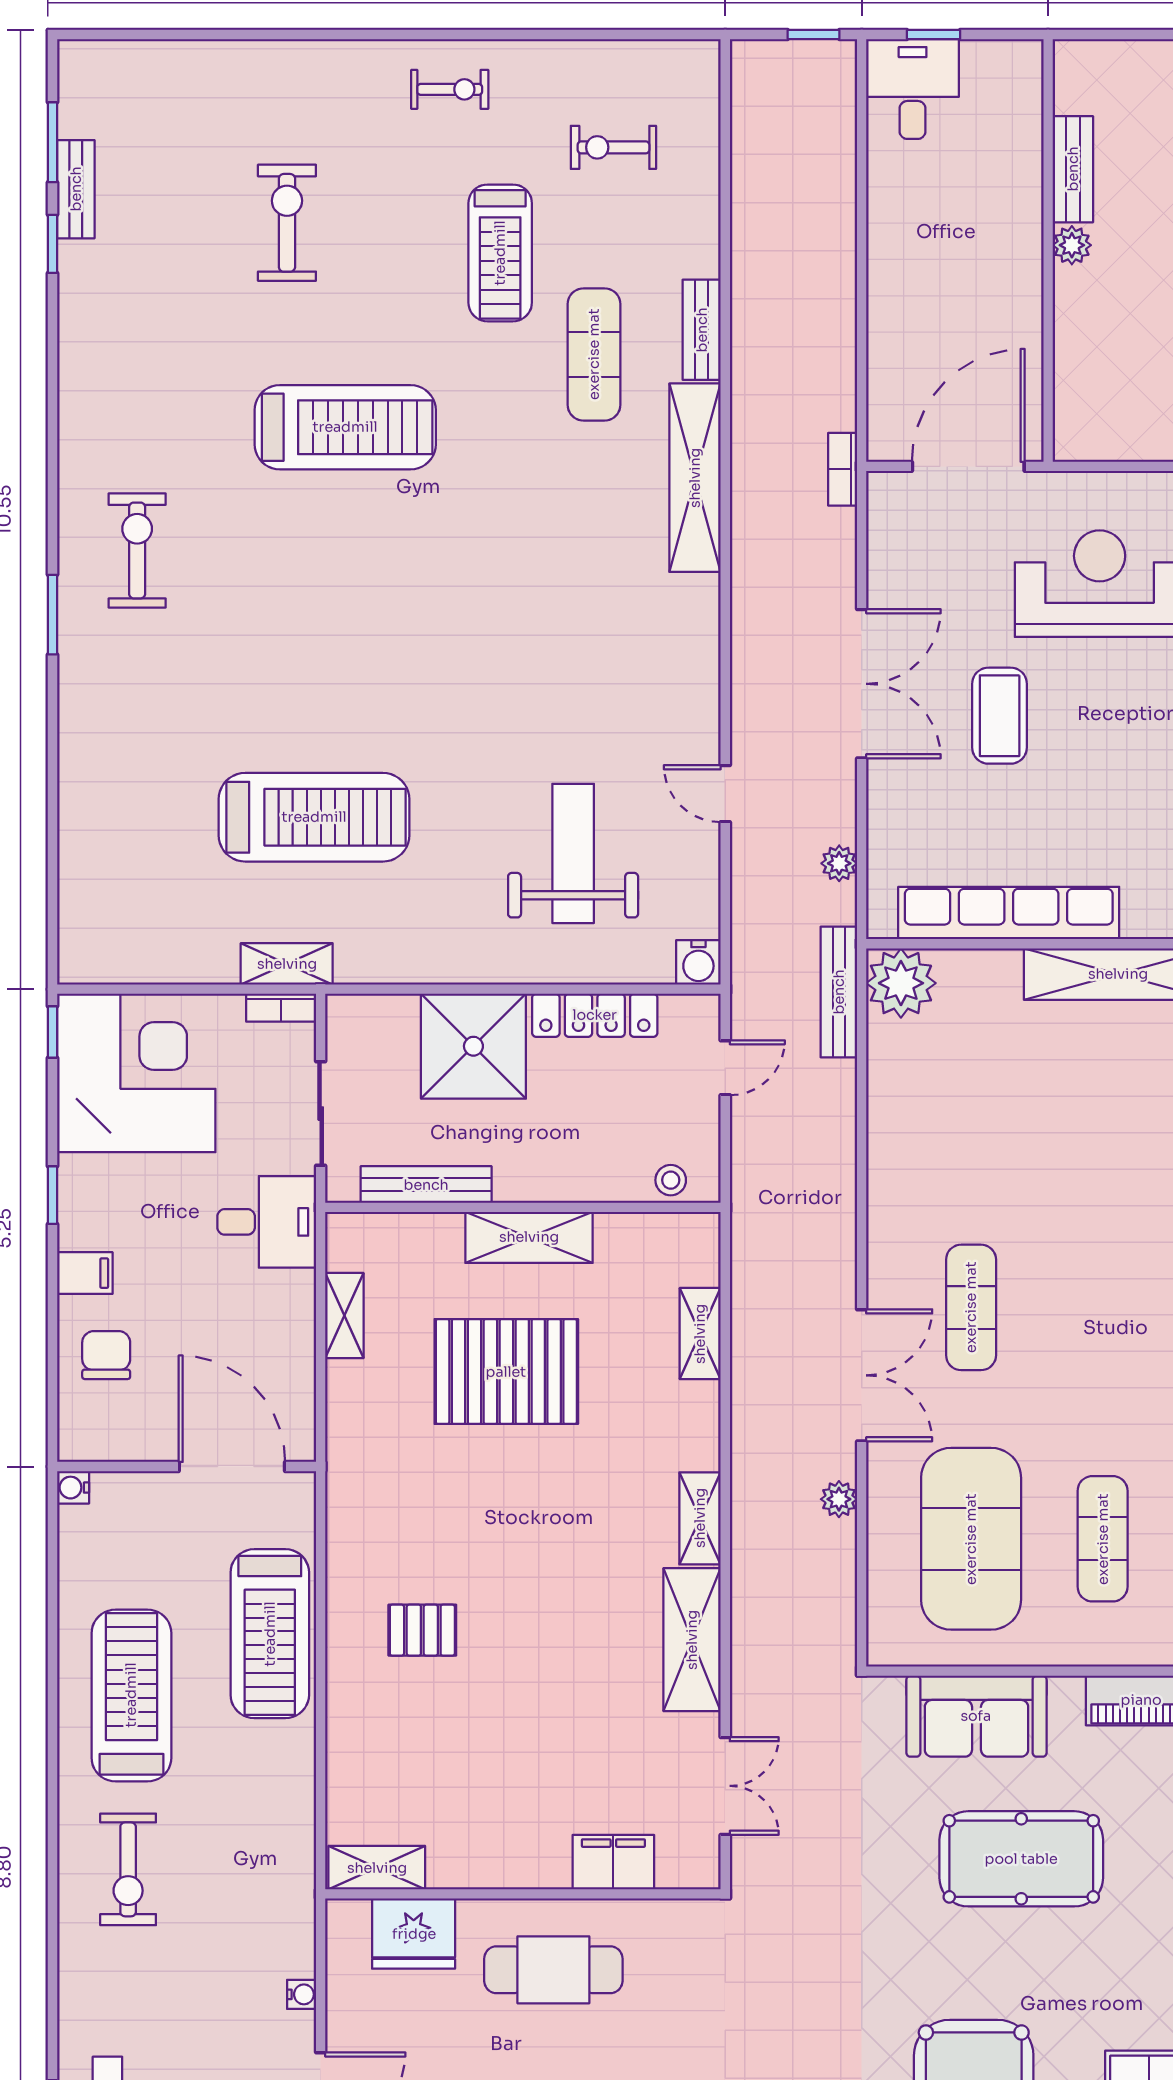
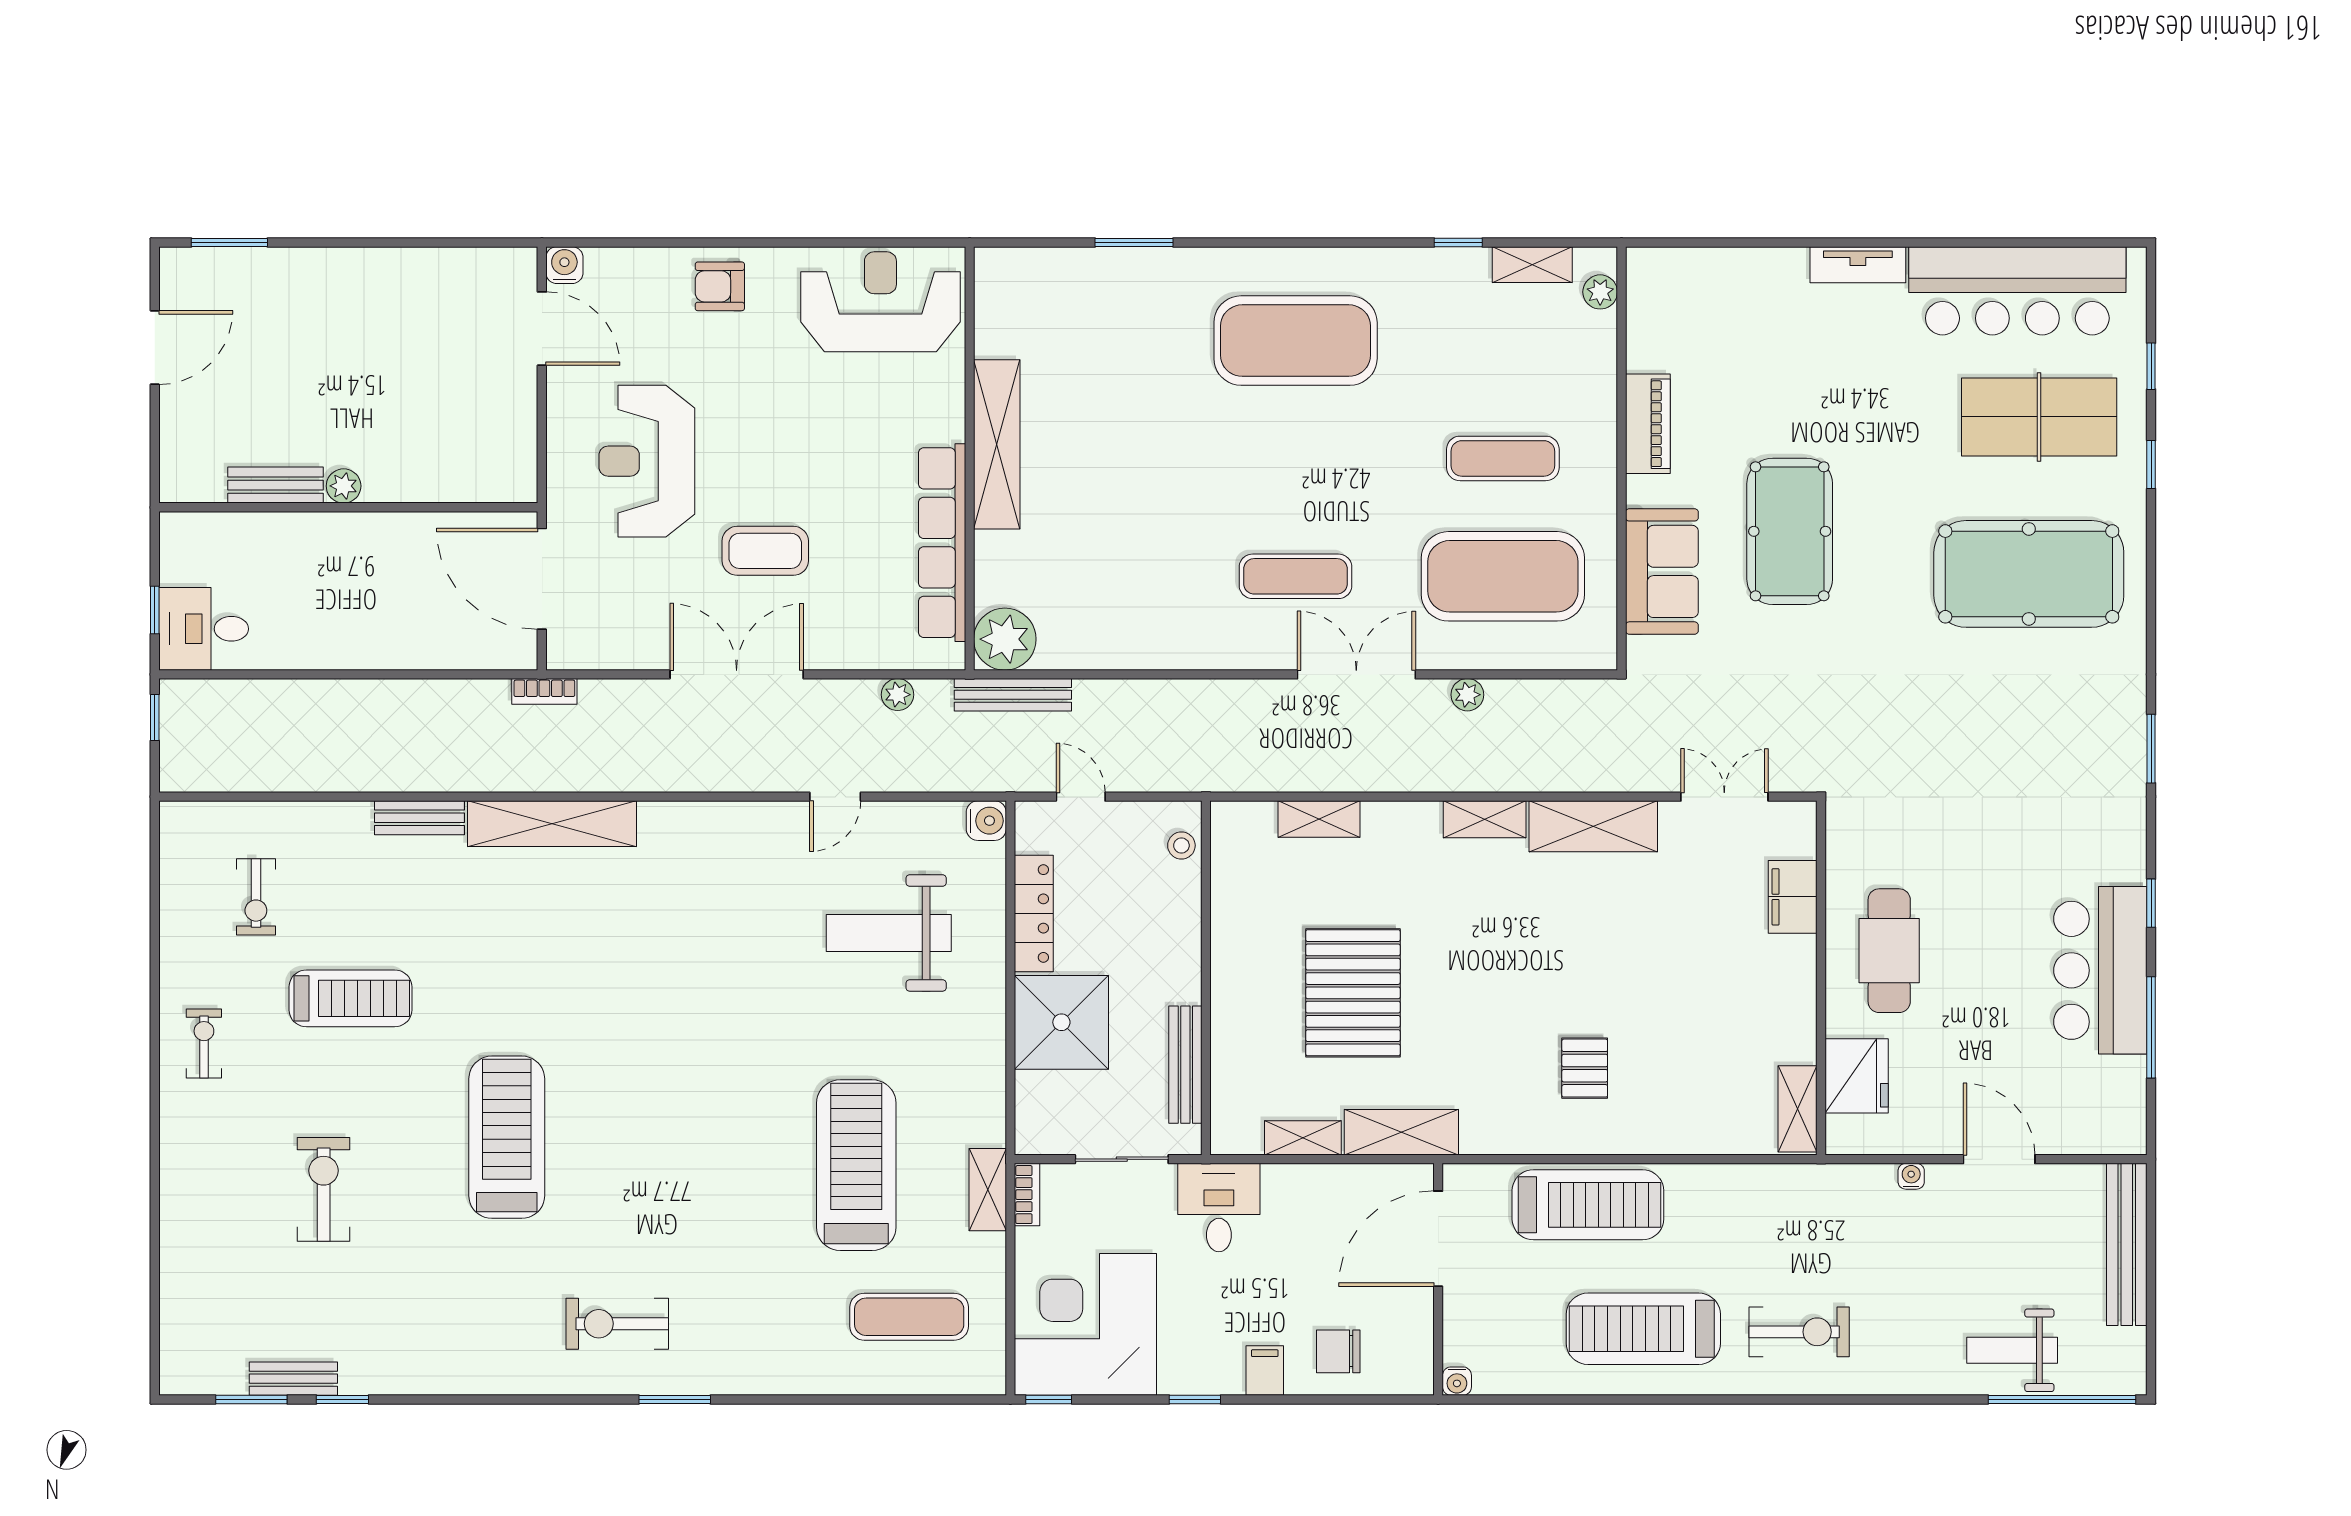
exercise bike: (287, 223) -> (324, 1189), turned 90
exercise mat: (594, 354) -> (909, 1317), moved
shelving: (529, 1237) -> (1401, 1132), moved, turned 90

